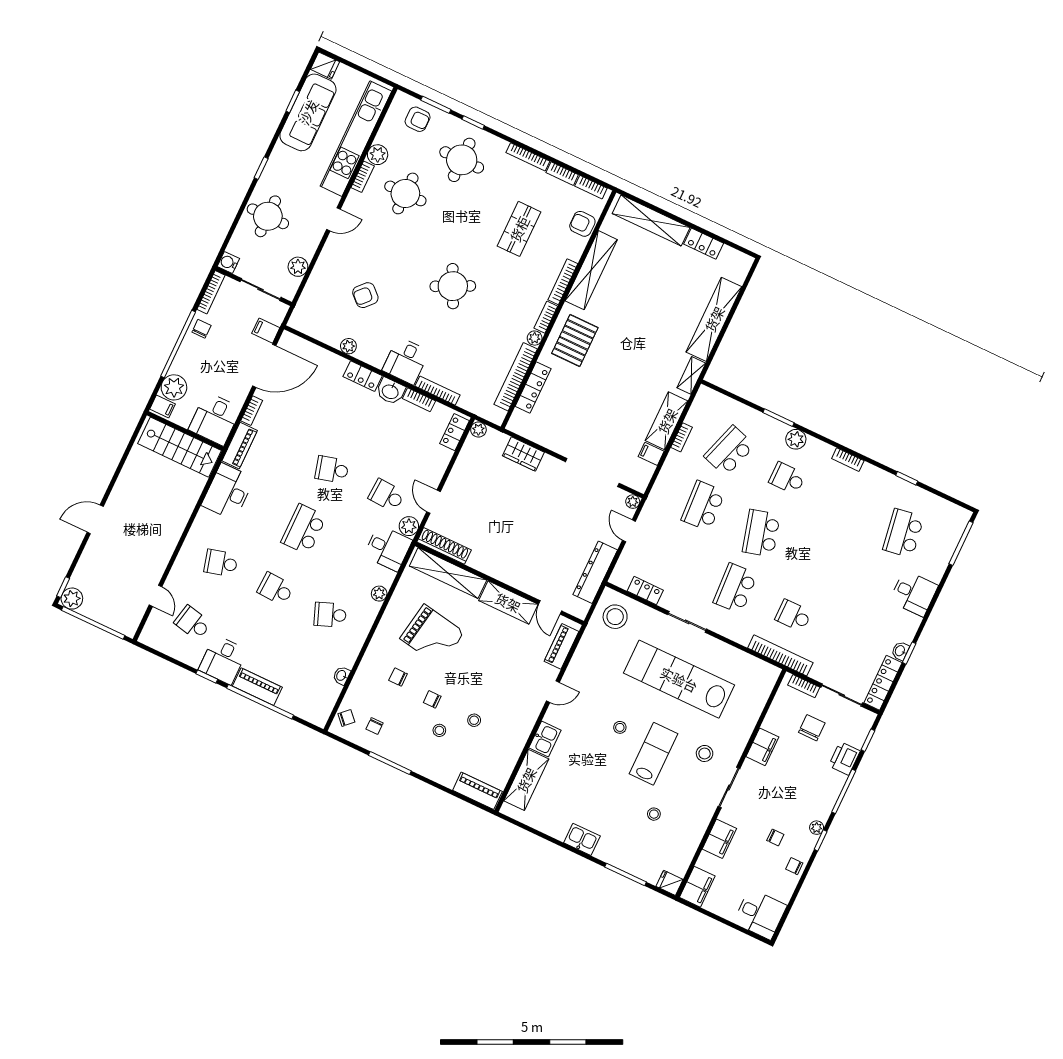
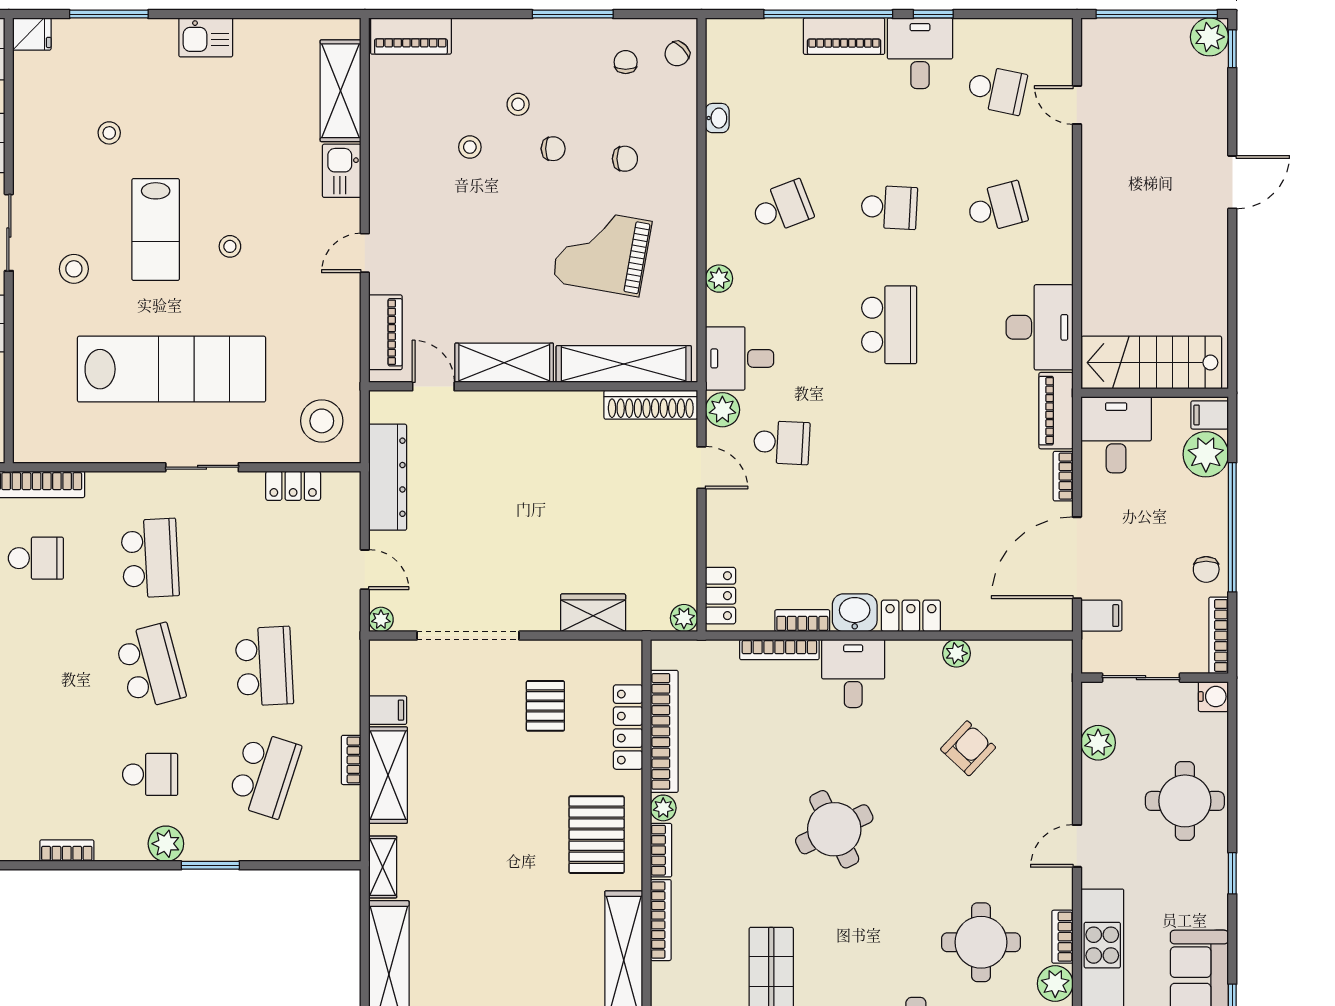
pallet: (570, 418) -> (545, 706), added
school desk: (332, 469) -> (889, 442), removed

